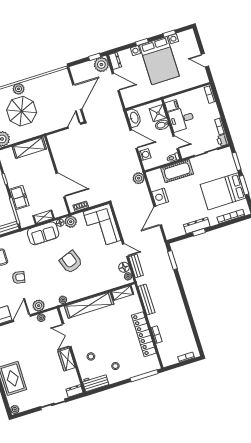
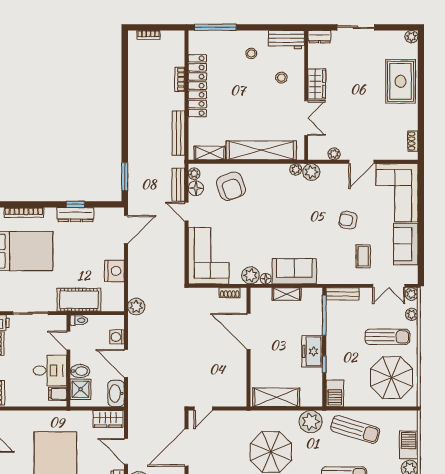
wardrobe: (134, 99) -> (108, 419), added
freezer: (19, 197) -> (312, 351), moved
door: (158, 216) -> (126, 230), moved
armchair: (71, 262) -> (231, 186), moved
plant: (39, 306) -> (311, 172), moved

